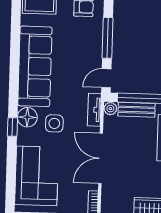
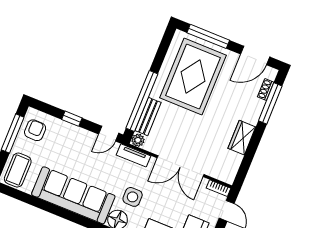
window: (108, 38) -> (72, 119), width x0.46
door: (106, 78) -> (109, 134), hinge flipped

